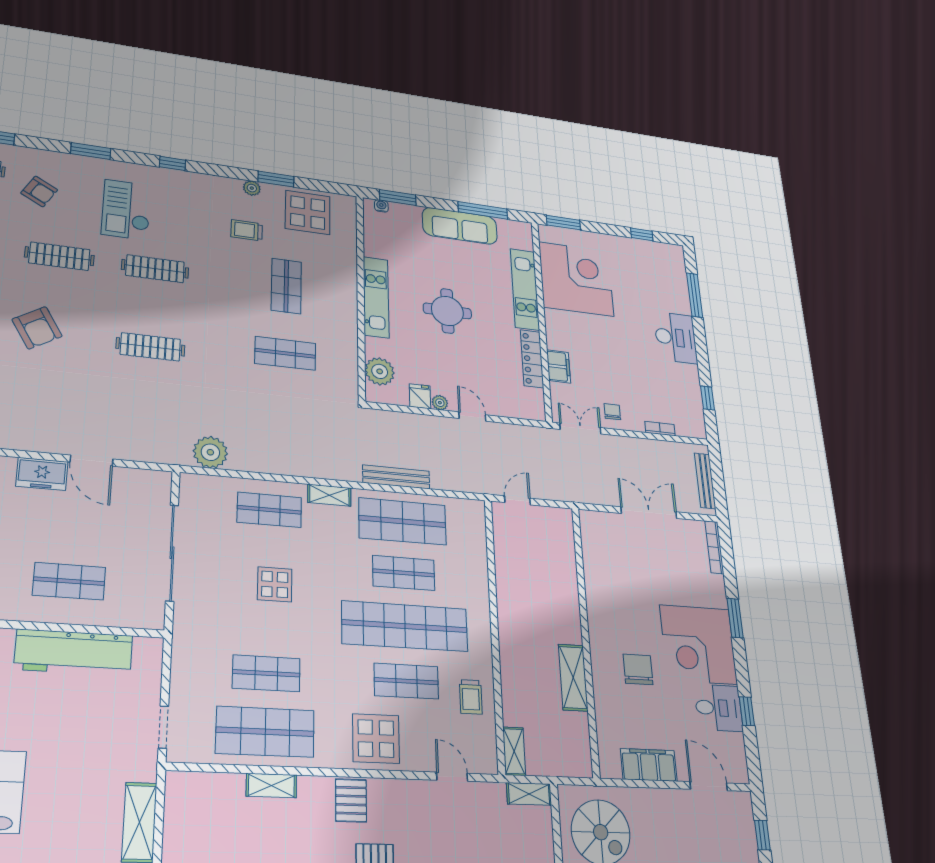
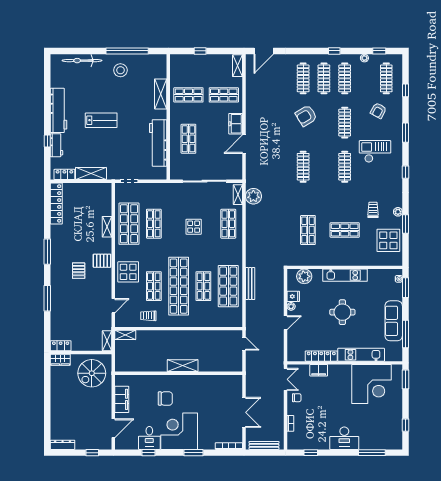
shelving: (329, 495) -> (238, 195), moved
shelving: (573, 677) -> (183, 366), moved

